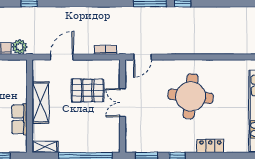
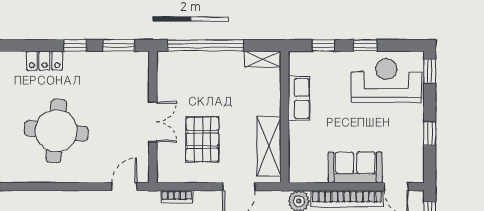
pallet: (88, 90) -> (202, 139), turned 90
shelving: (41, 102) -> (269, 146), moved
locker: (210, 146) -> (44, 61), moved

